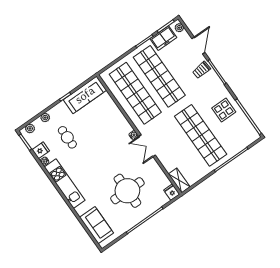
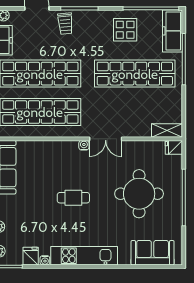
cafe table: (67, 137) -> (73, 198), moved
freezer: (244, 140) -> (172, 31), added

